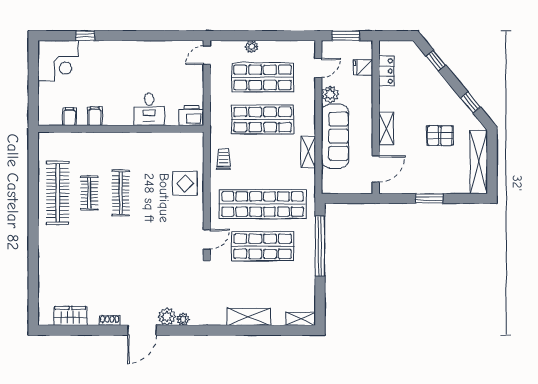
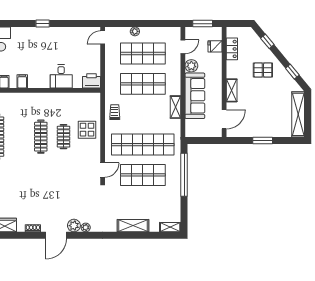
window: (85, 36) -> (43, 24), moved
pallet: (440, 136) -> (263, 70), moved
clothes rail: (89, 193) -> (64, 137), moved

